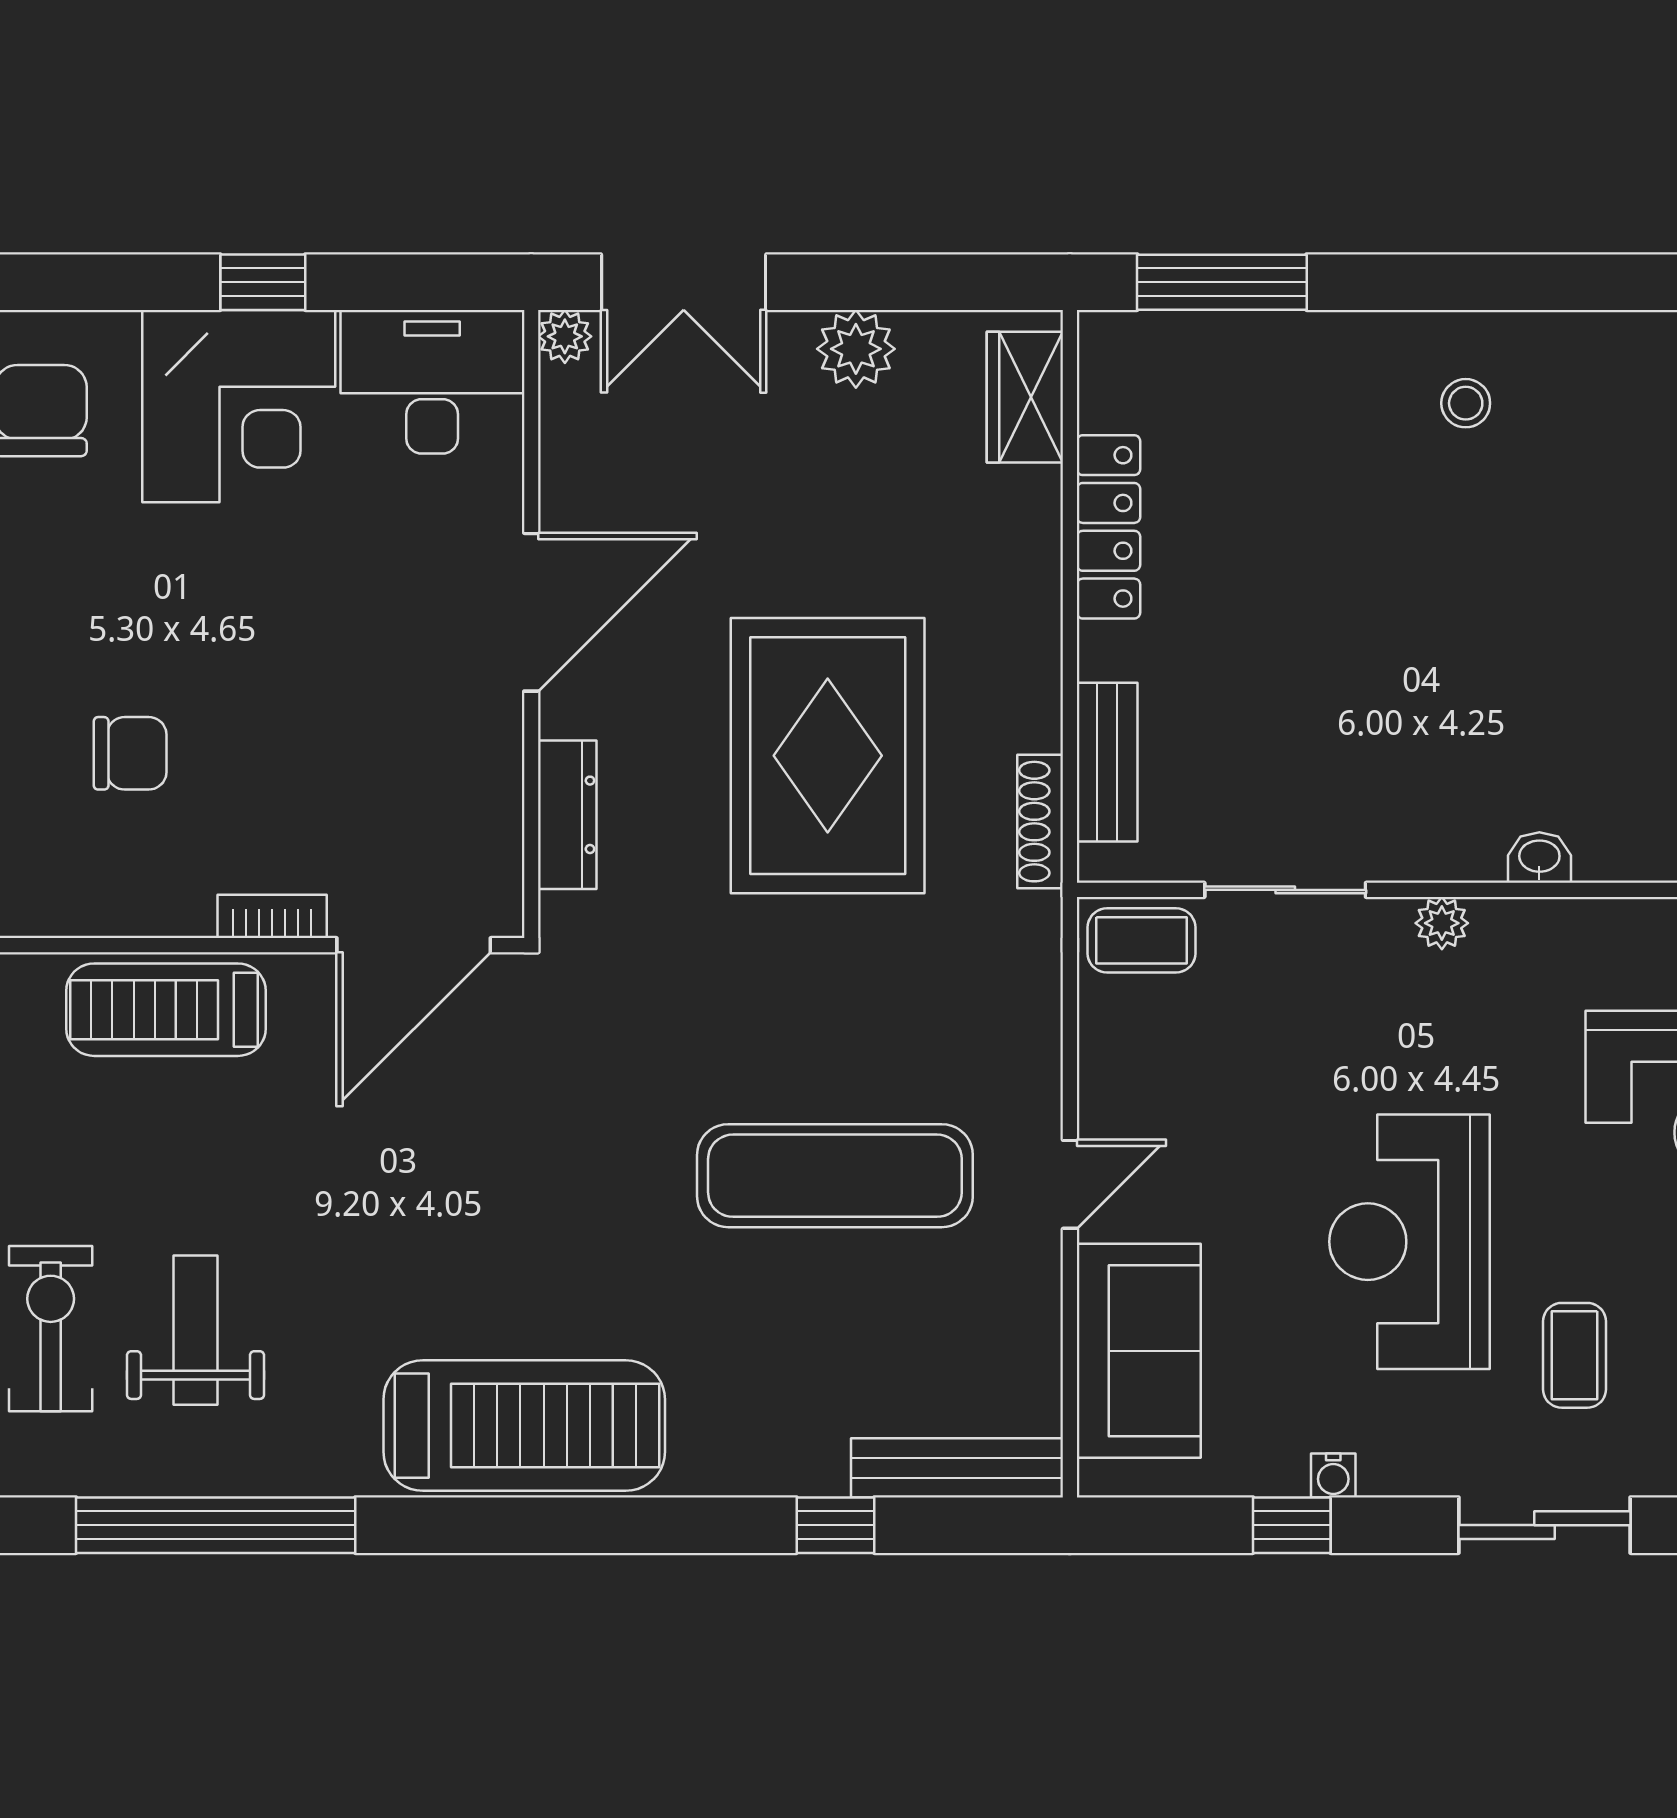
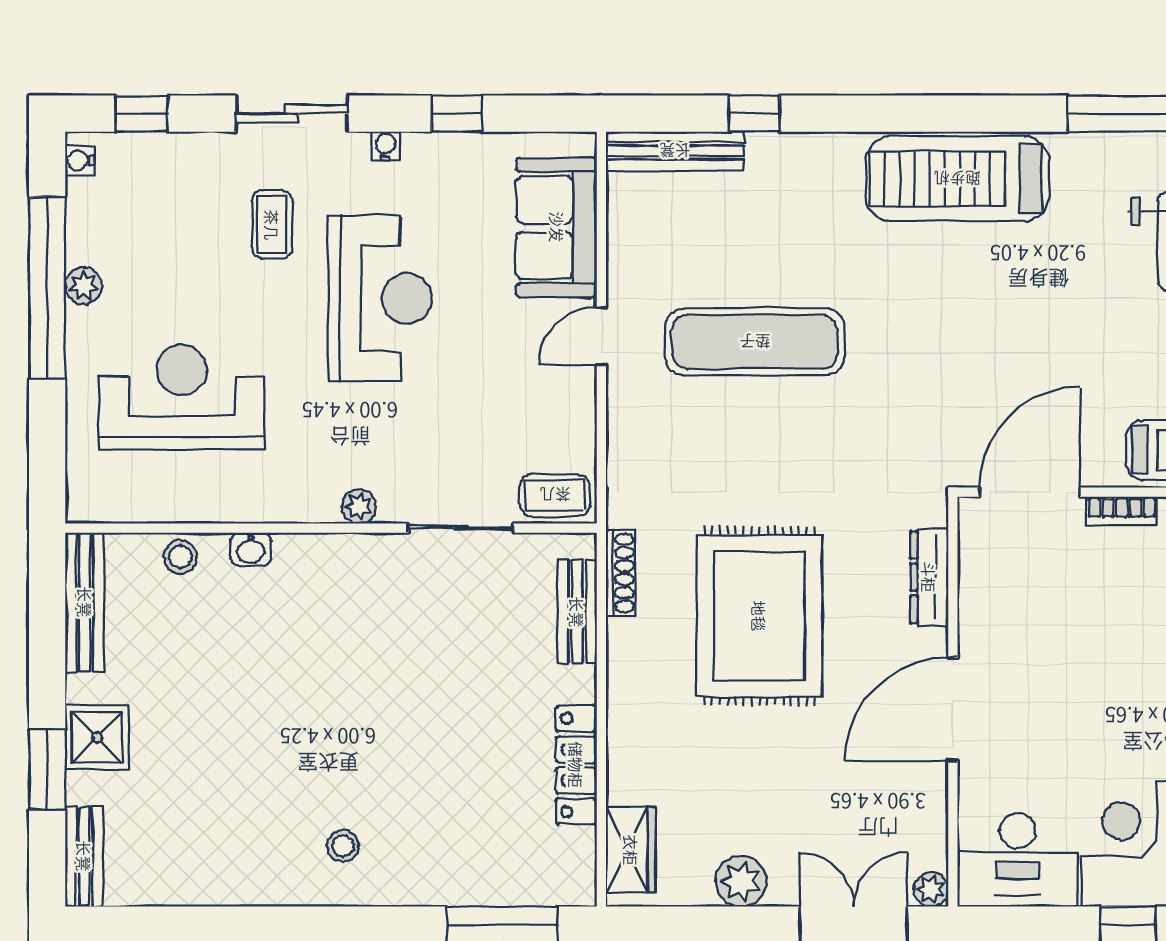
washbasin: (1539, 858) -> (251, 549), moved
water cooler: (1333, 1475) -> (386, 146), moved

